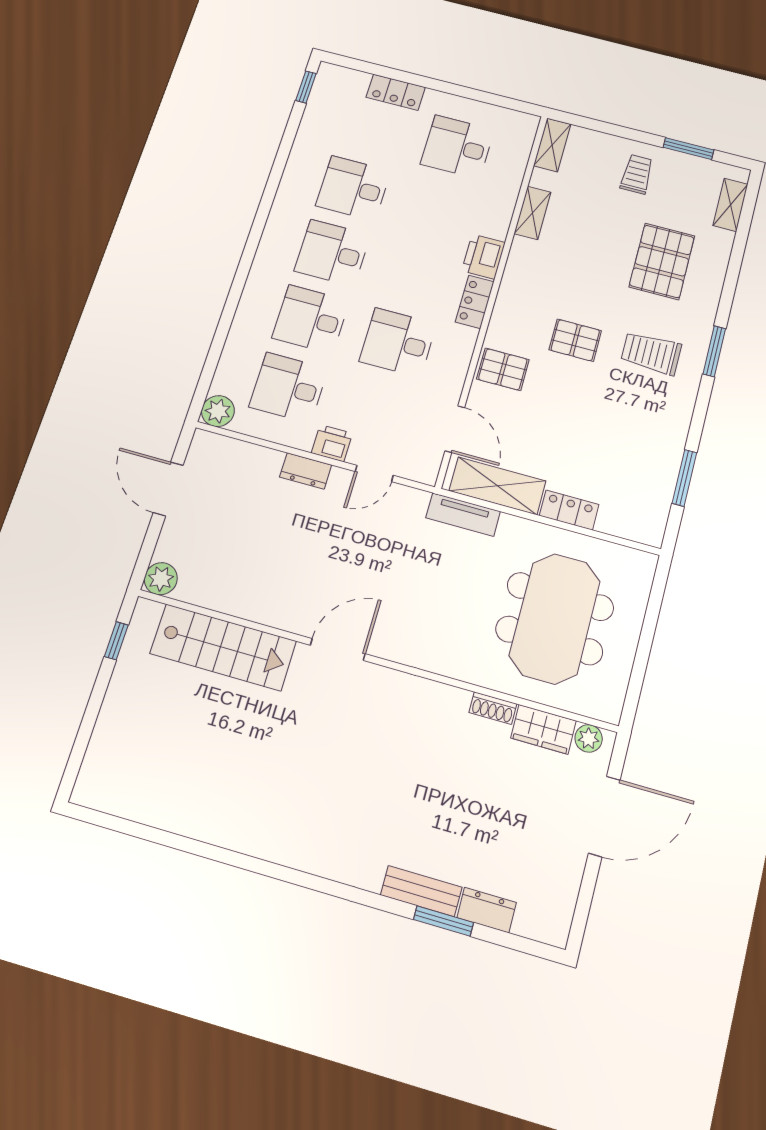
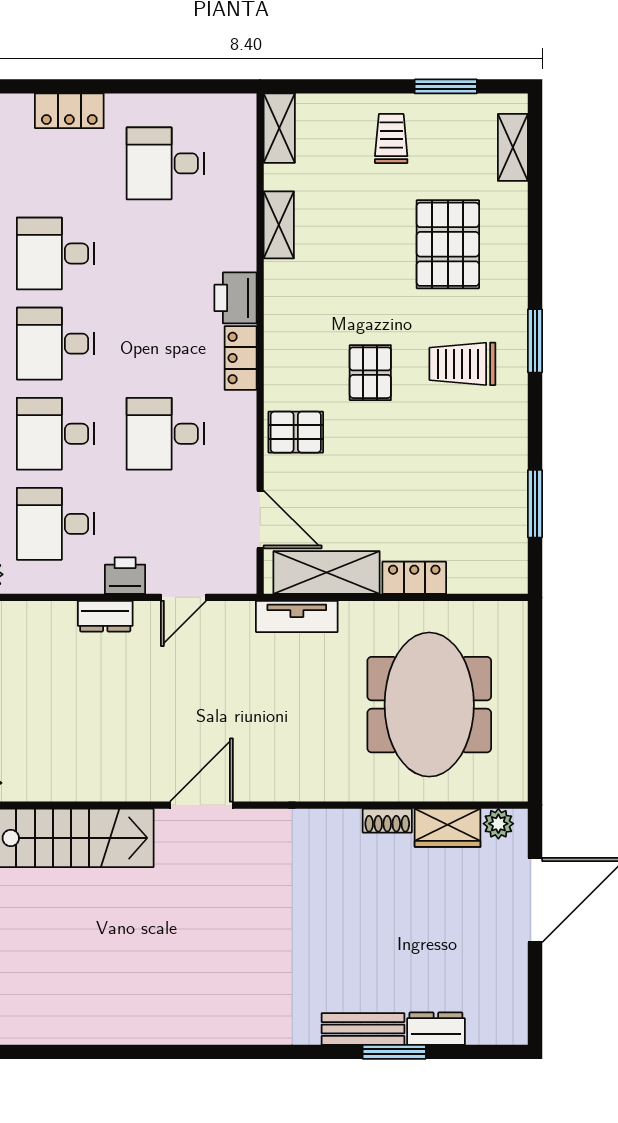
pallet: (575, 340) -> (370, 373), turned 90

